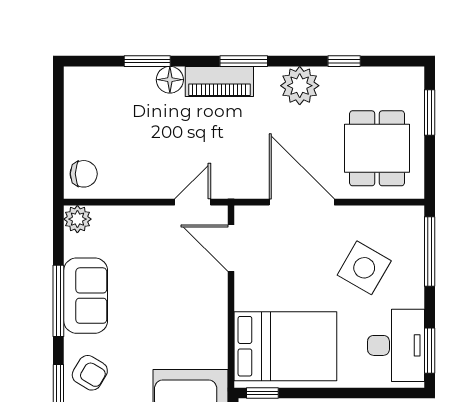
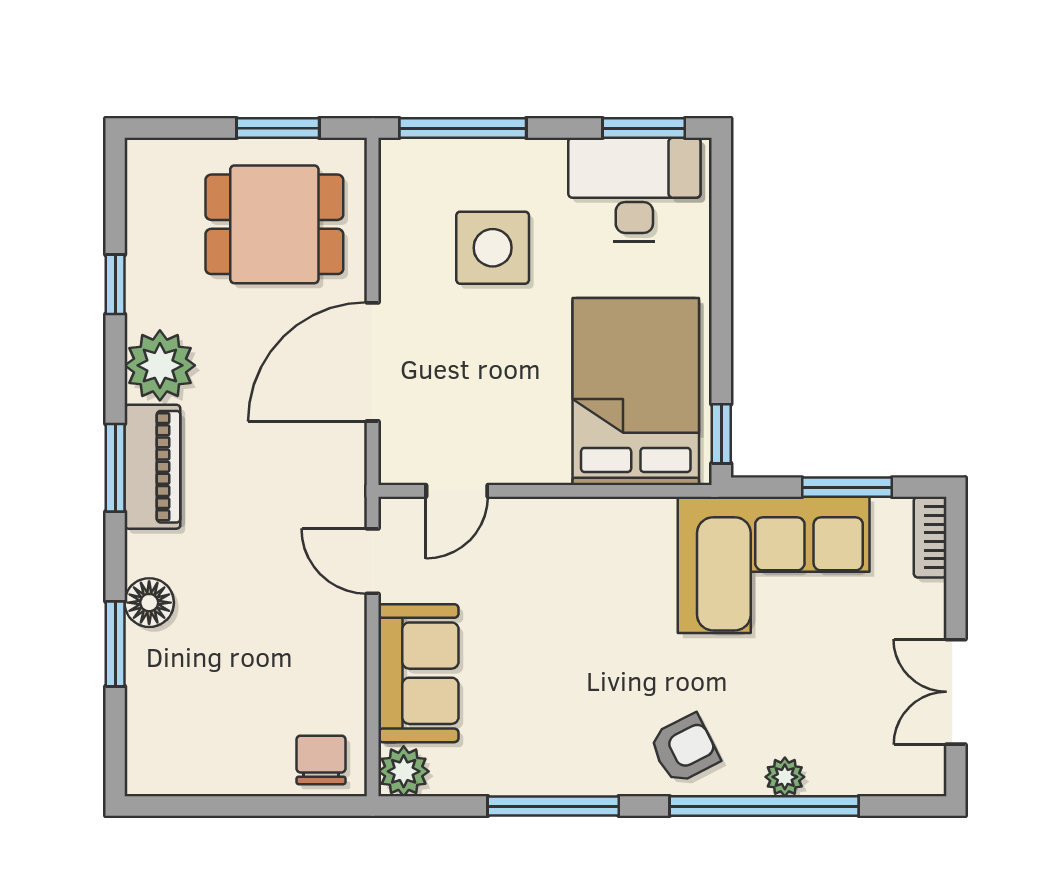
piano: (219, 82) -> (152, 467), moved
window: (430, 113) -> (278, 128), moved
door: (231, 248) -> (457, 491), width x0.73
side table: (364, 268) -> (493, 248), turned -30
sofa: (86, 296) -> (418, 673), moved, turned 90
armchair: (90, 373) -> (684, 749), turned 32

